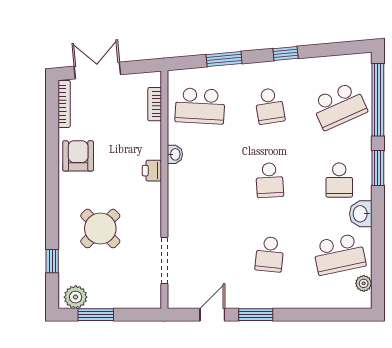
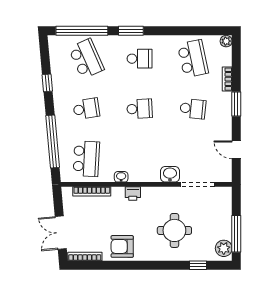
window: (286, 54) -> (47, 83), moved
window: (224, 59) -> (53, 141), width x2.11
bookcase: (155, 104) -> (92, 191), width x1.56
washbasin: (361, 214) -> (170, 174), moved, turned 180
round table: (100, 229) -> (174, 230), turned 45
plant: (364, 283) -> (226, 41), moved
bookcase: (311, 302) -> (227, 79), added
window: (96, 315) -> (236, 234), width x1.44
window: (256, 315) -> (236, 104), moved

